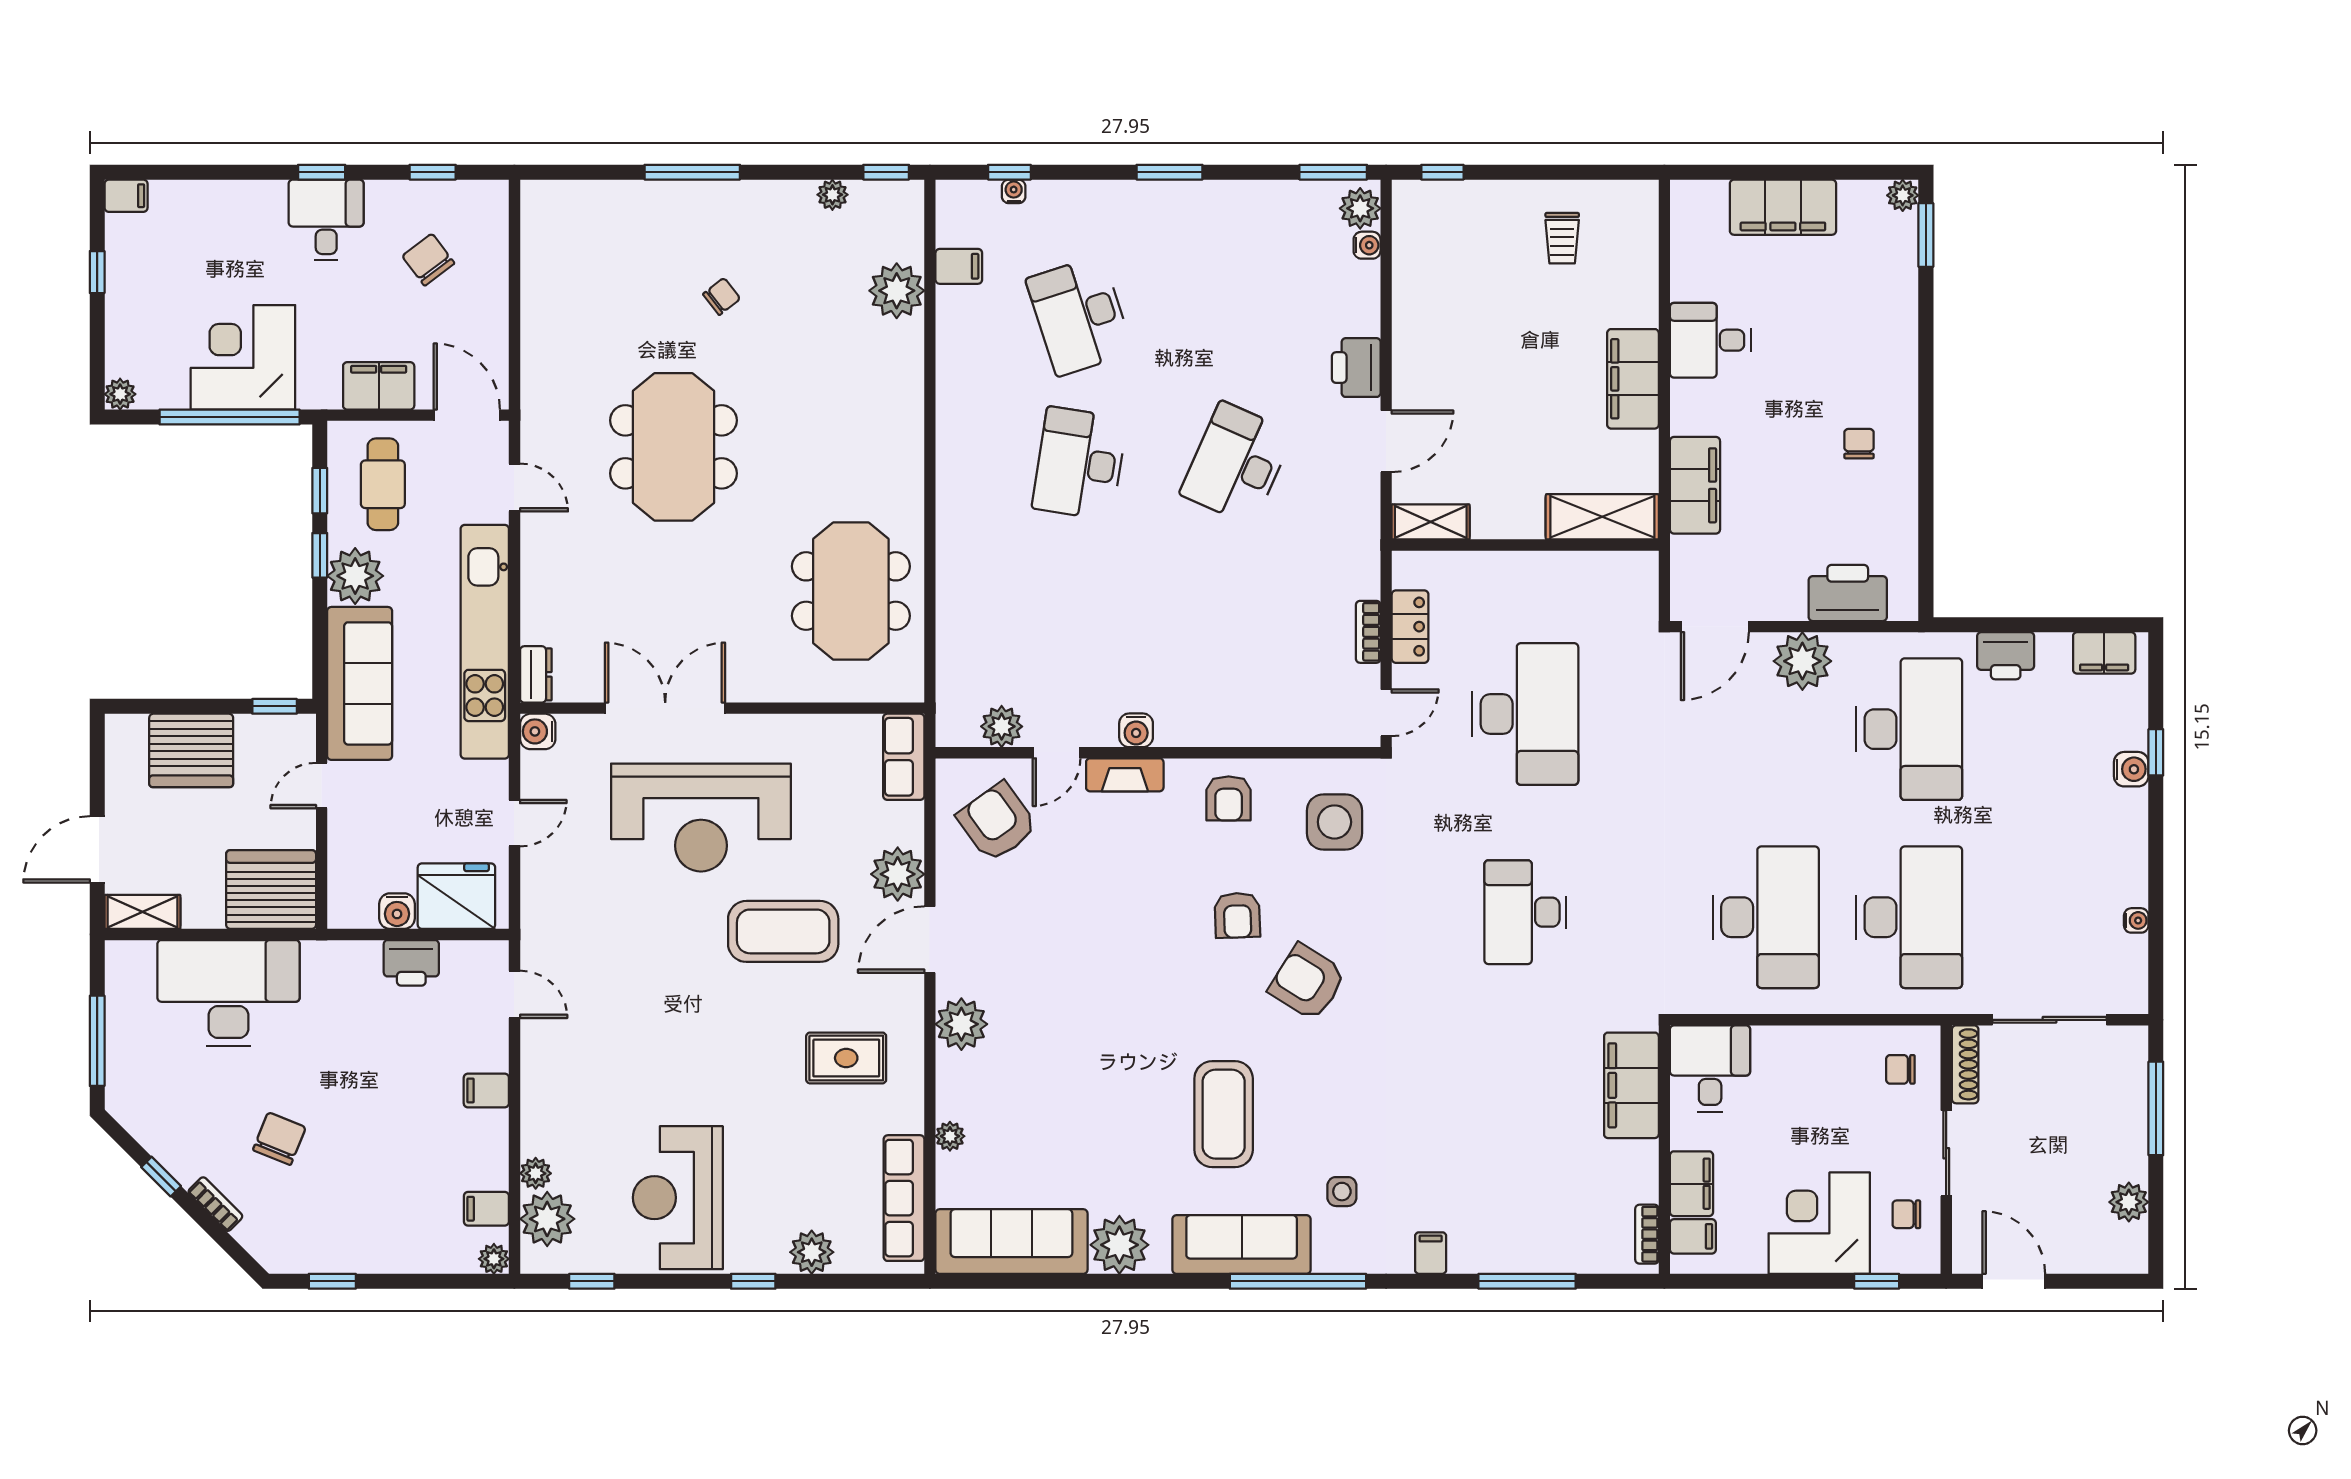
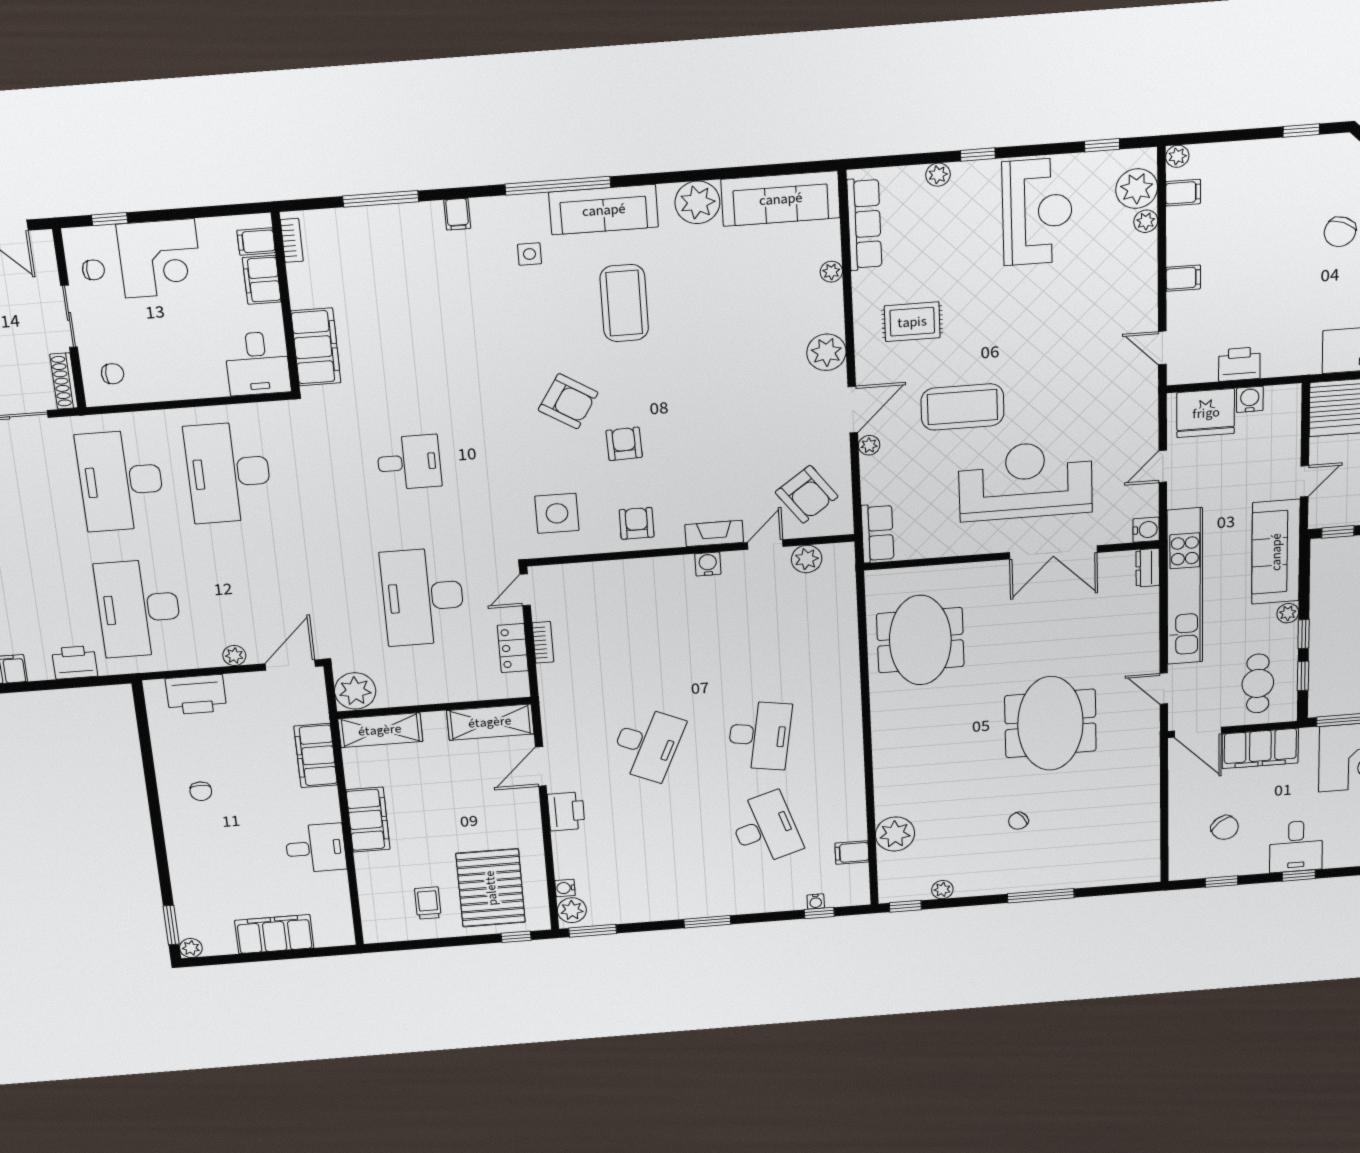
pallet: (1472, 255) -> (491, 888), added
filing cabinet: (379, 386) -> (1260, 748), width x1.50, depth x1.17
shelving: (1431, 522) -> (490, 722), width x1.50, depth x1.33
plant: (355, 576) -> (1288, 613), width x0.53, depth x0.53
plant: (1631, 580) -> (355, 691), added
plant: (1802, 661) -> (234, 656), width x0.53, depth x0.53
plant: (898, 874) -> (869, 445), width x0.53, depth x0.53
desk: (1525, 912) -> (409, 462), width x0.73
plant: (812, 1252) -> (938, 175), width x0.73, depth x0.73

